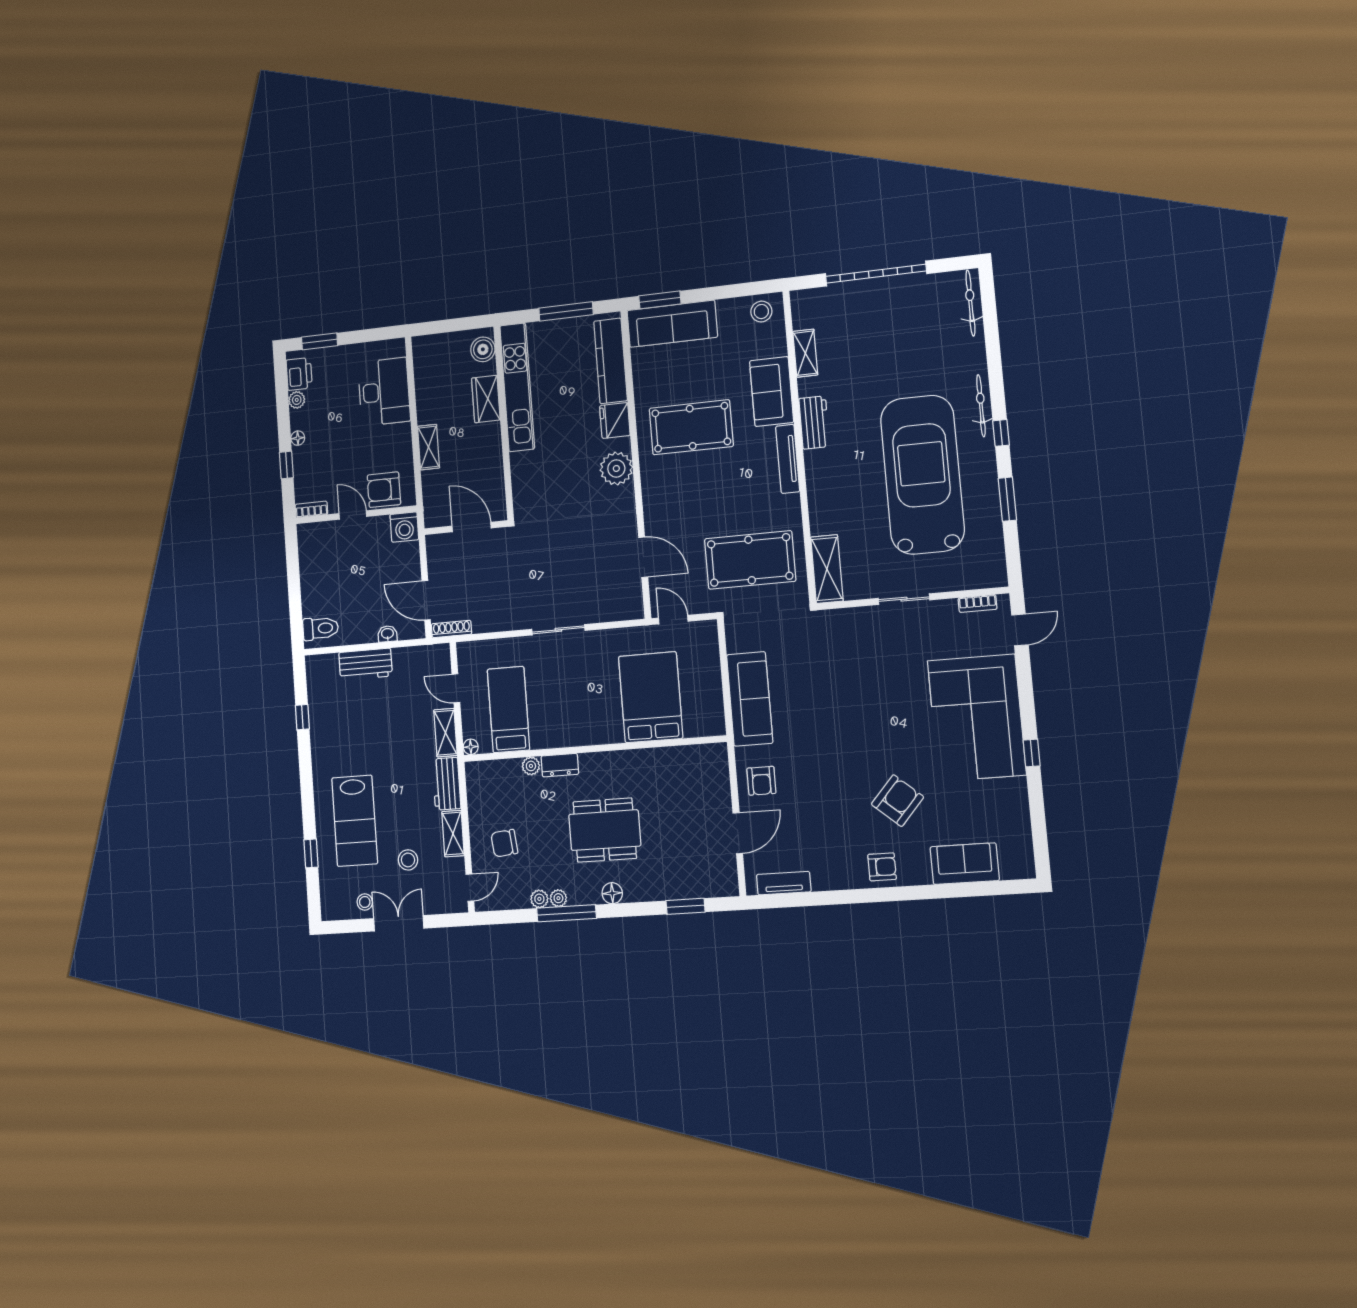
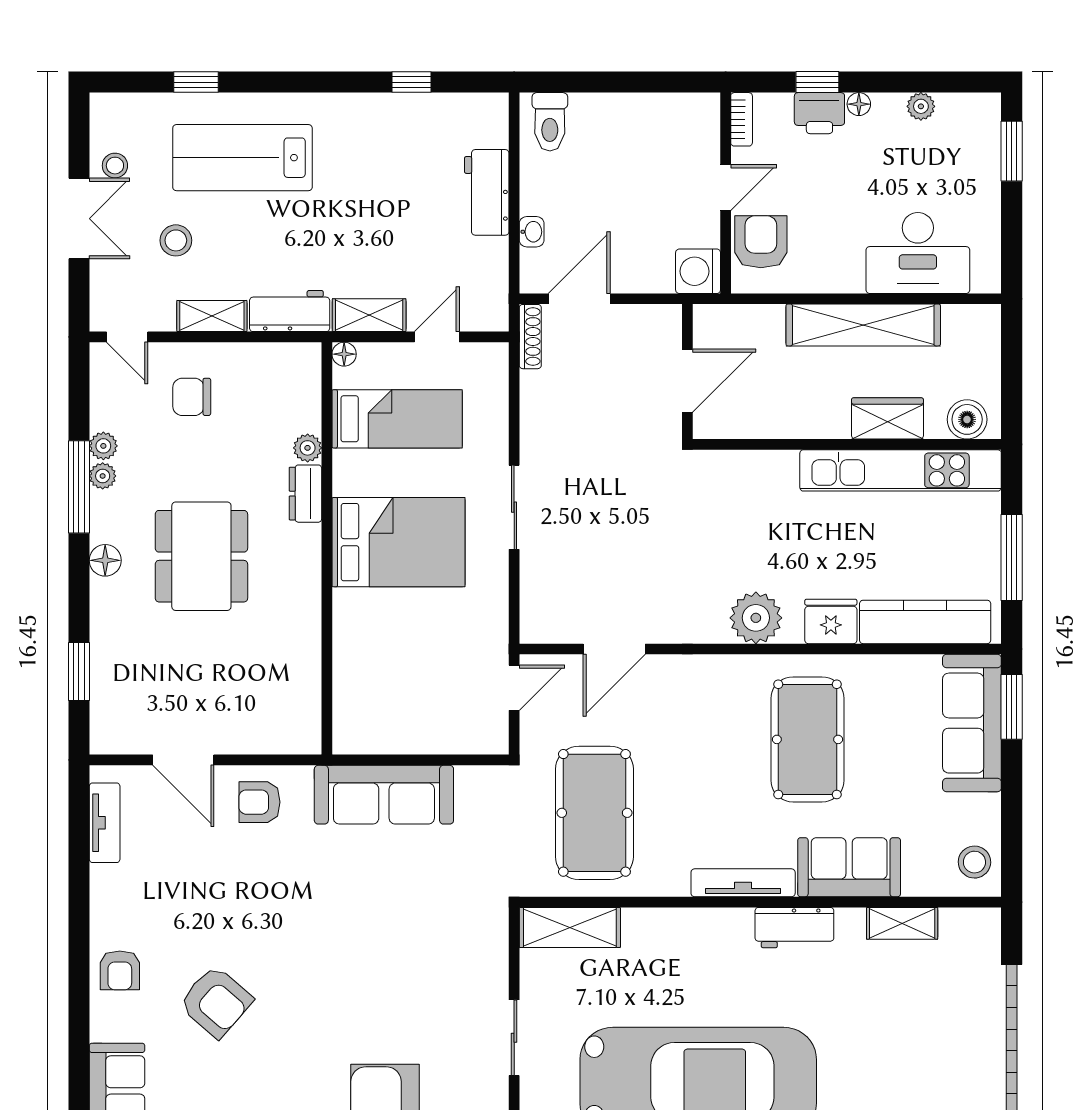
printer: (299, 374) -> (819, 113), moved
shelving: (428, 447) -> (863, 325), width x2.20, depth x1.33
bed: (651, 697) -> (398, 542), moved
chair: (504, 843) -> (192, 397), turned -84

